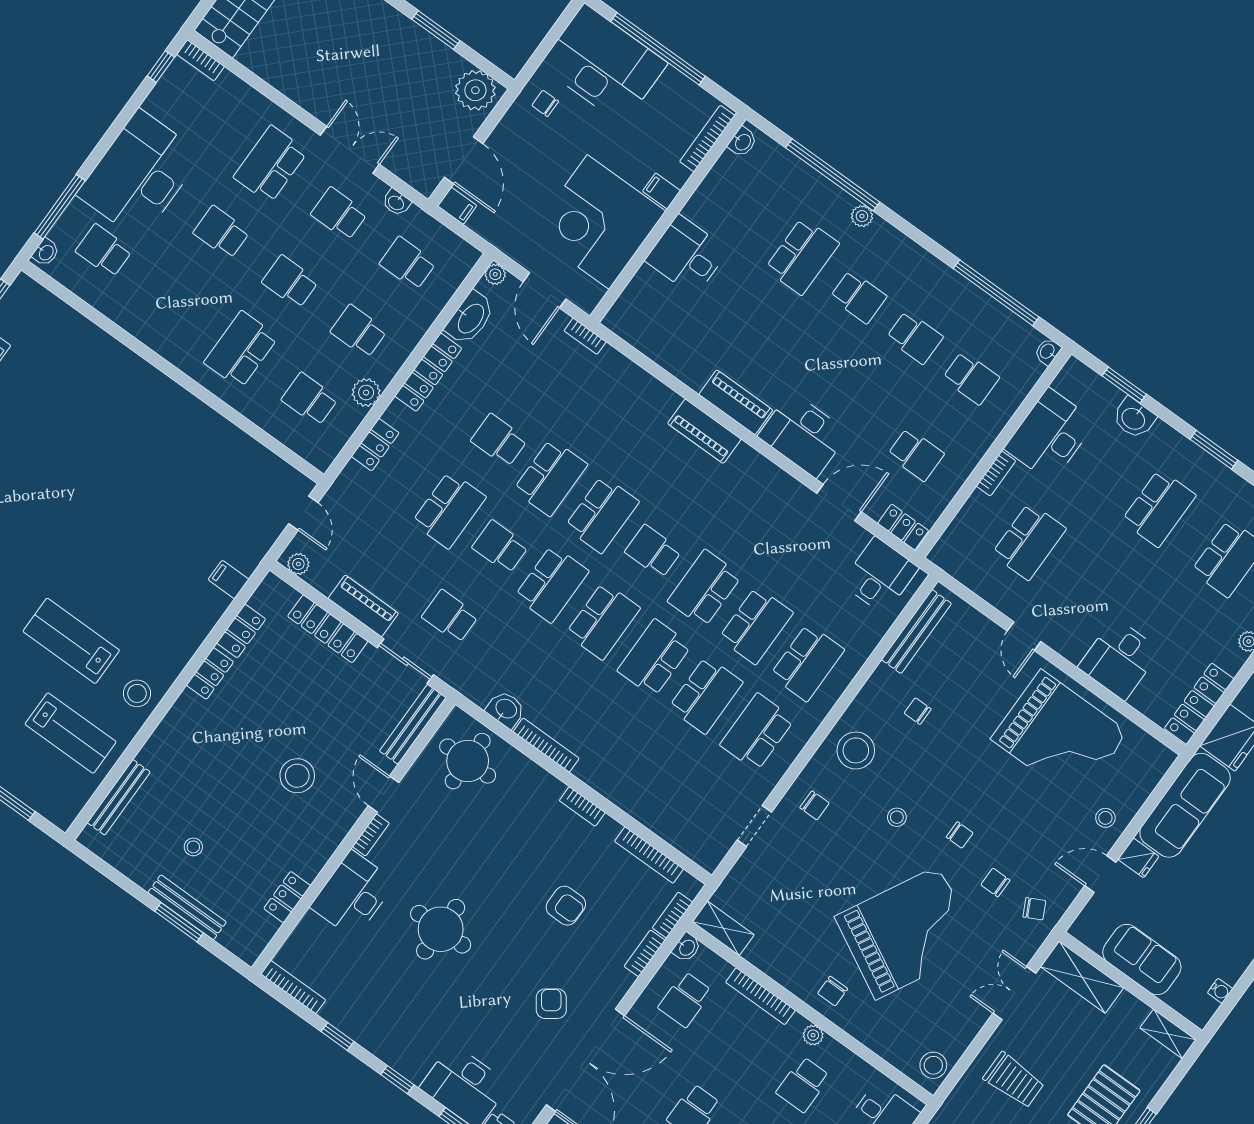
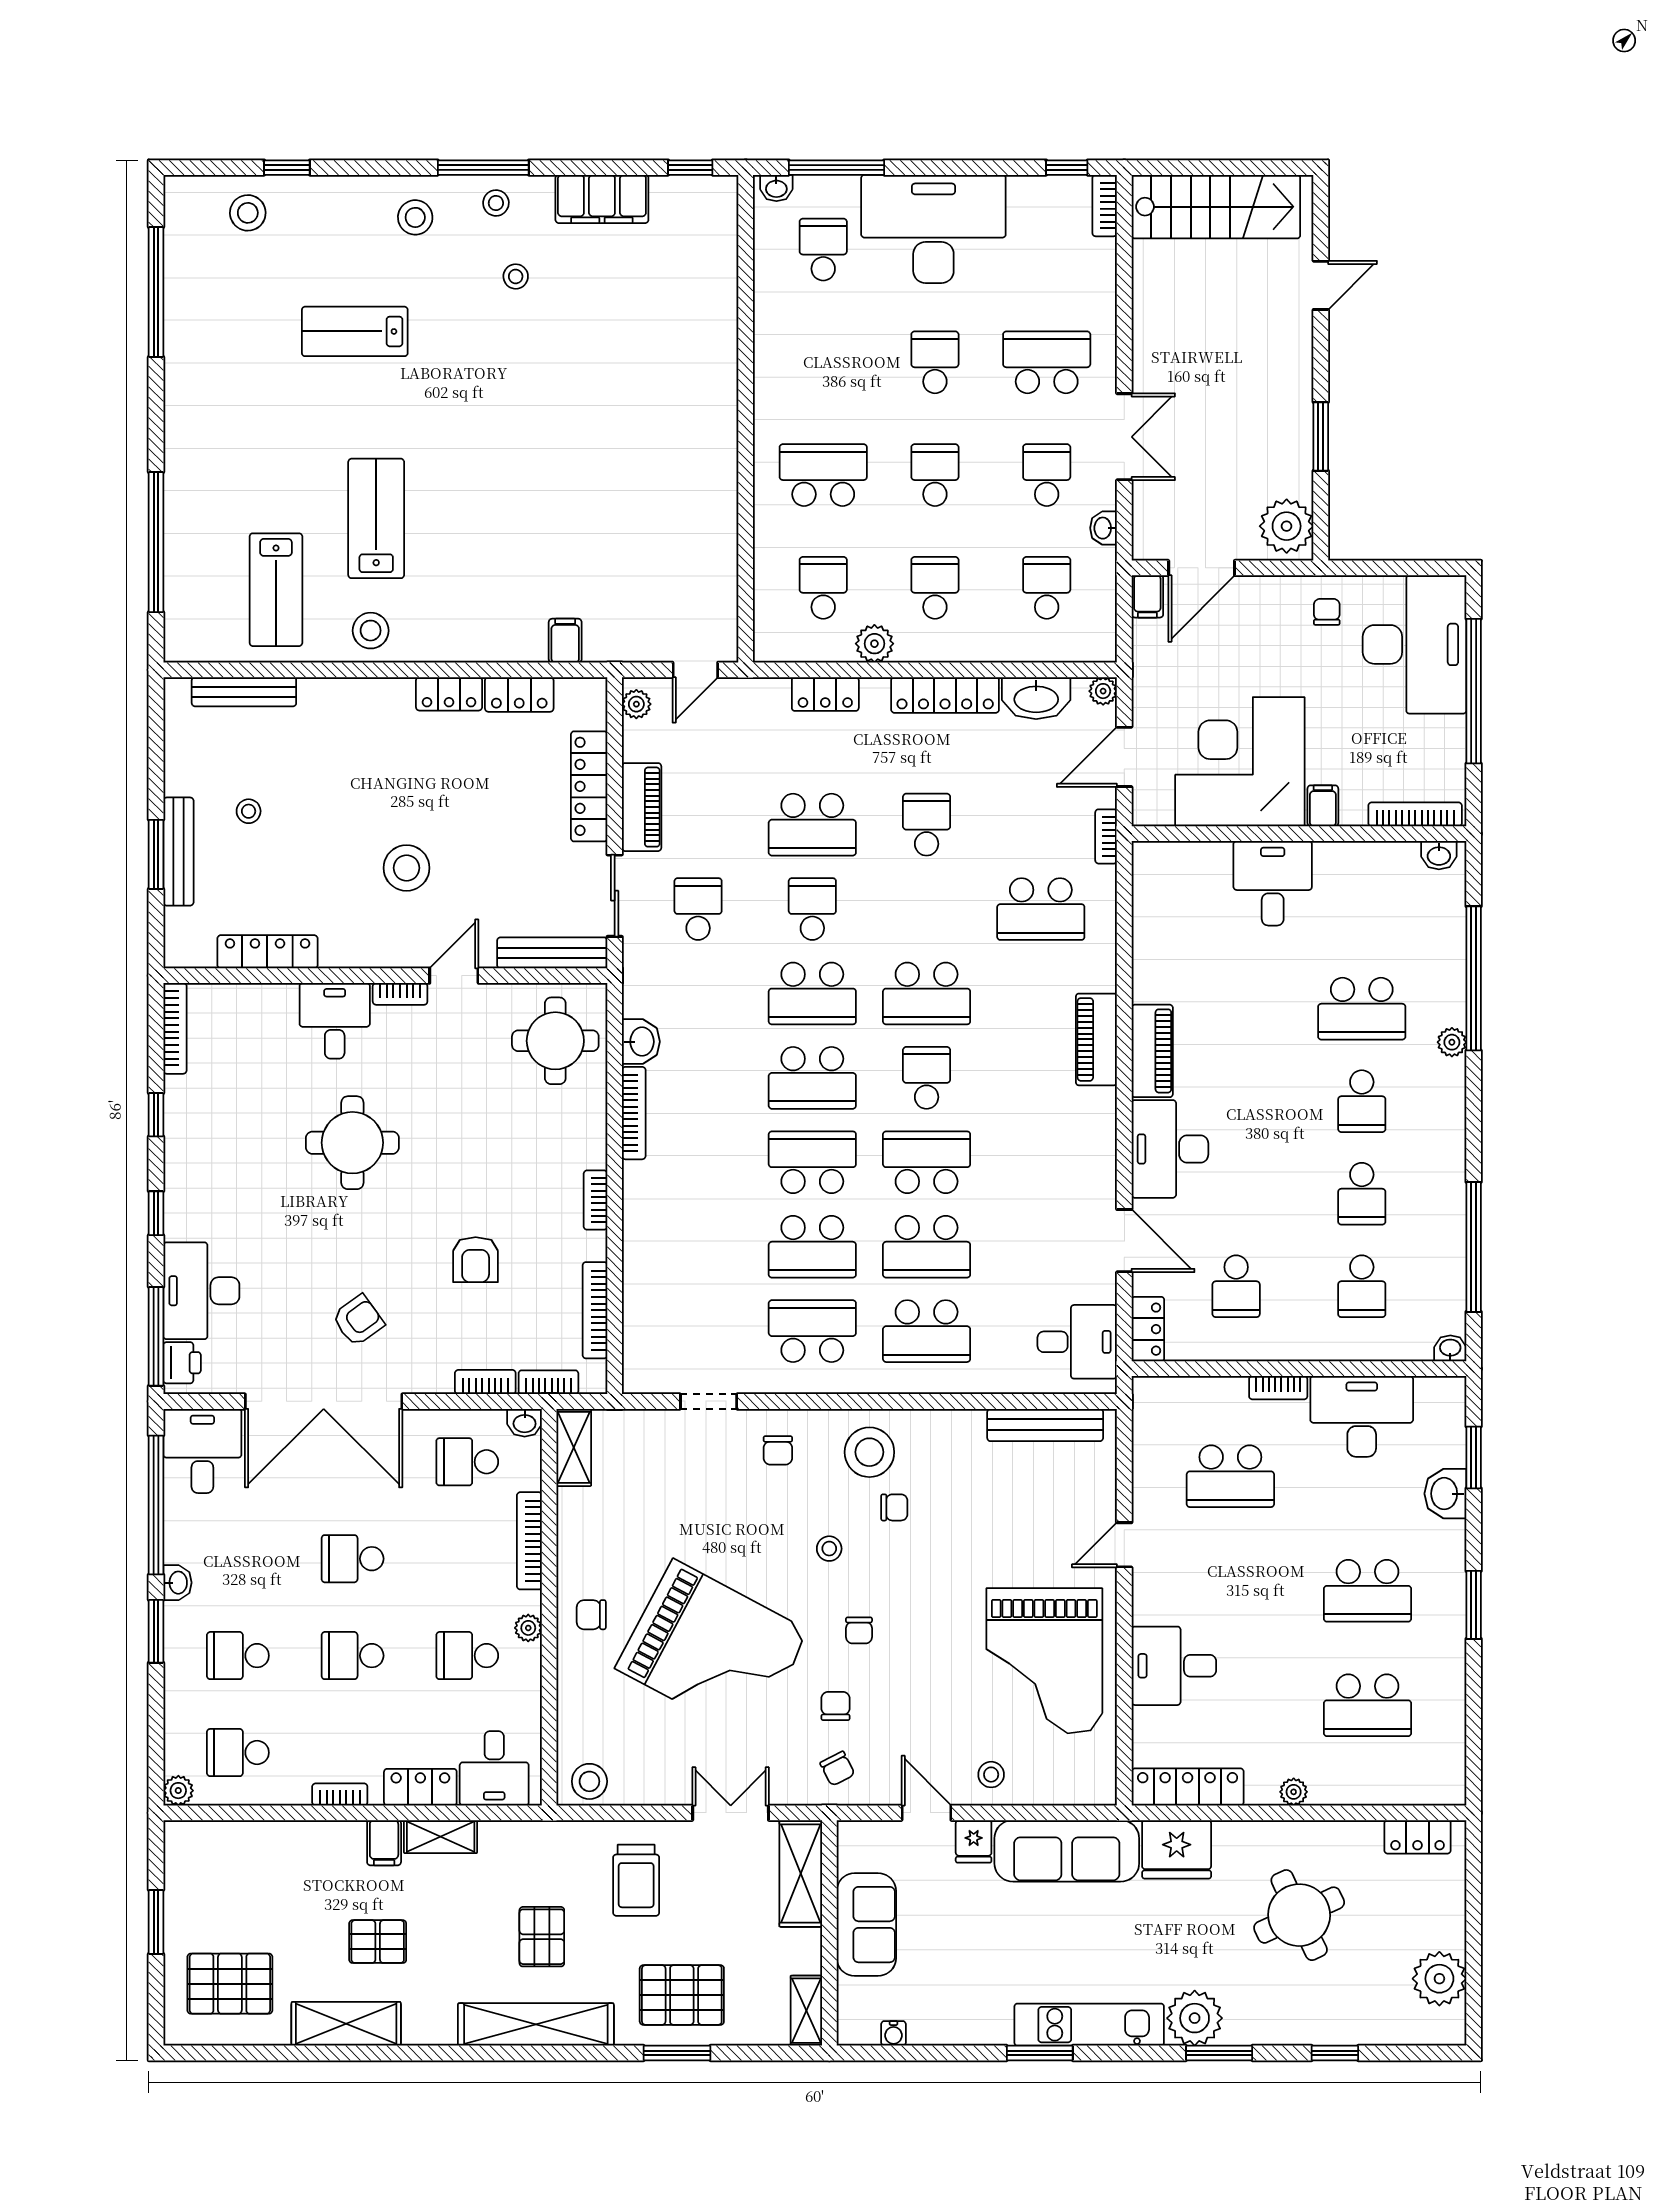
school desk: (550, 477) -> (1041, 909), moved
chair: (918, 711) -> (894, 1507), moved, turned 90
desk: (353, 894) -> (335, 1021), width x0.73
locker: (287, 897) -> (267, 952), width x1.53

